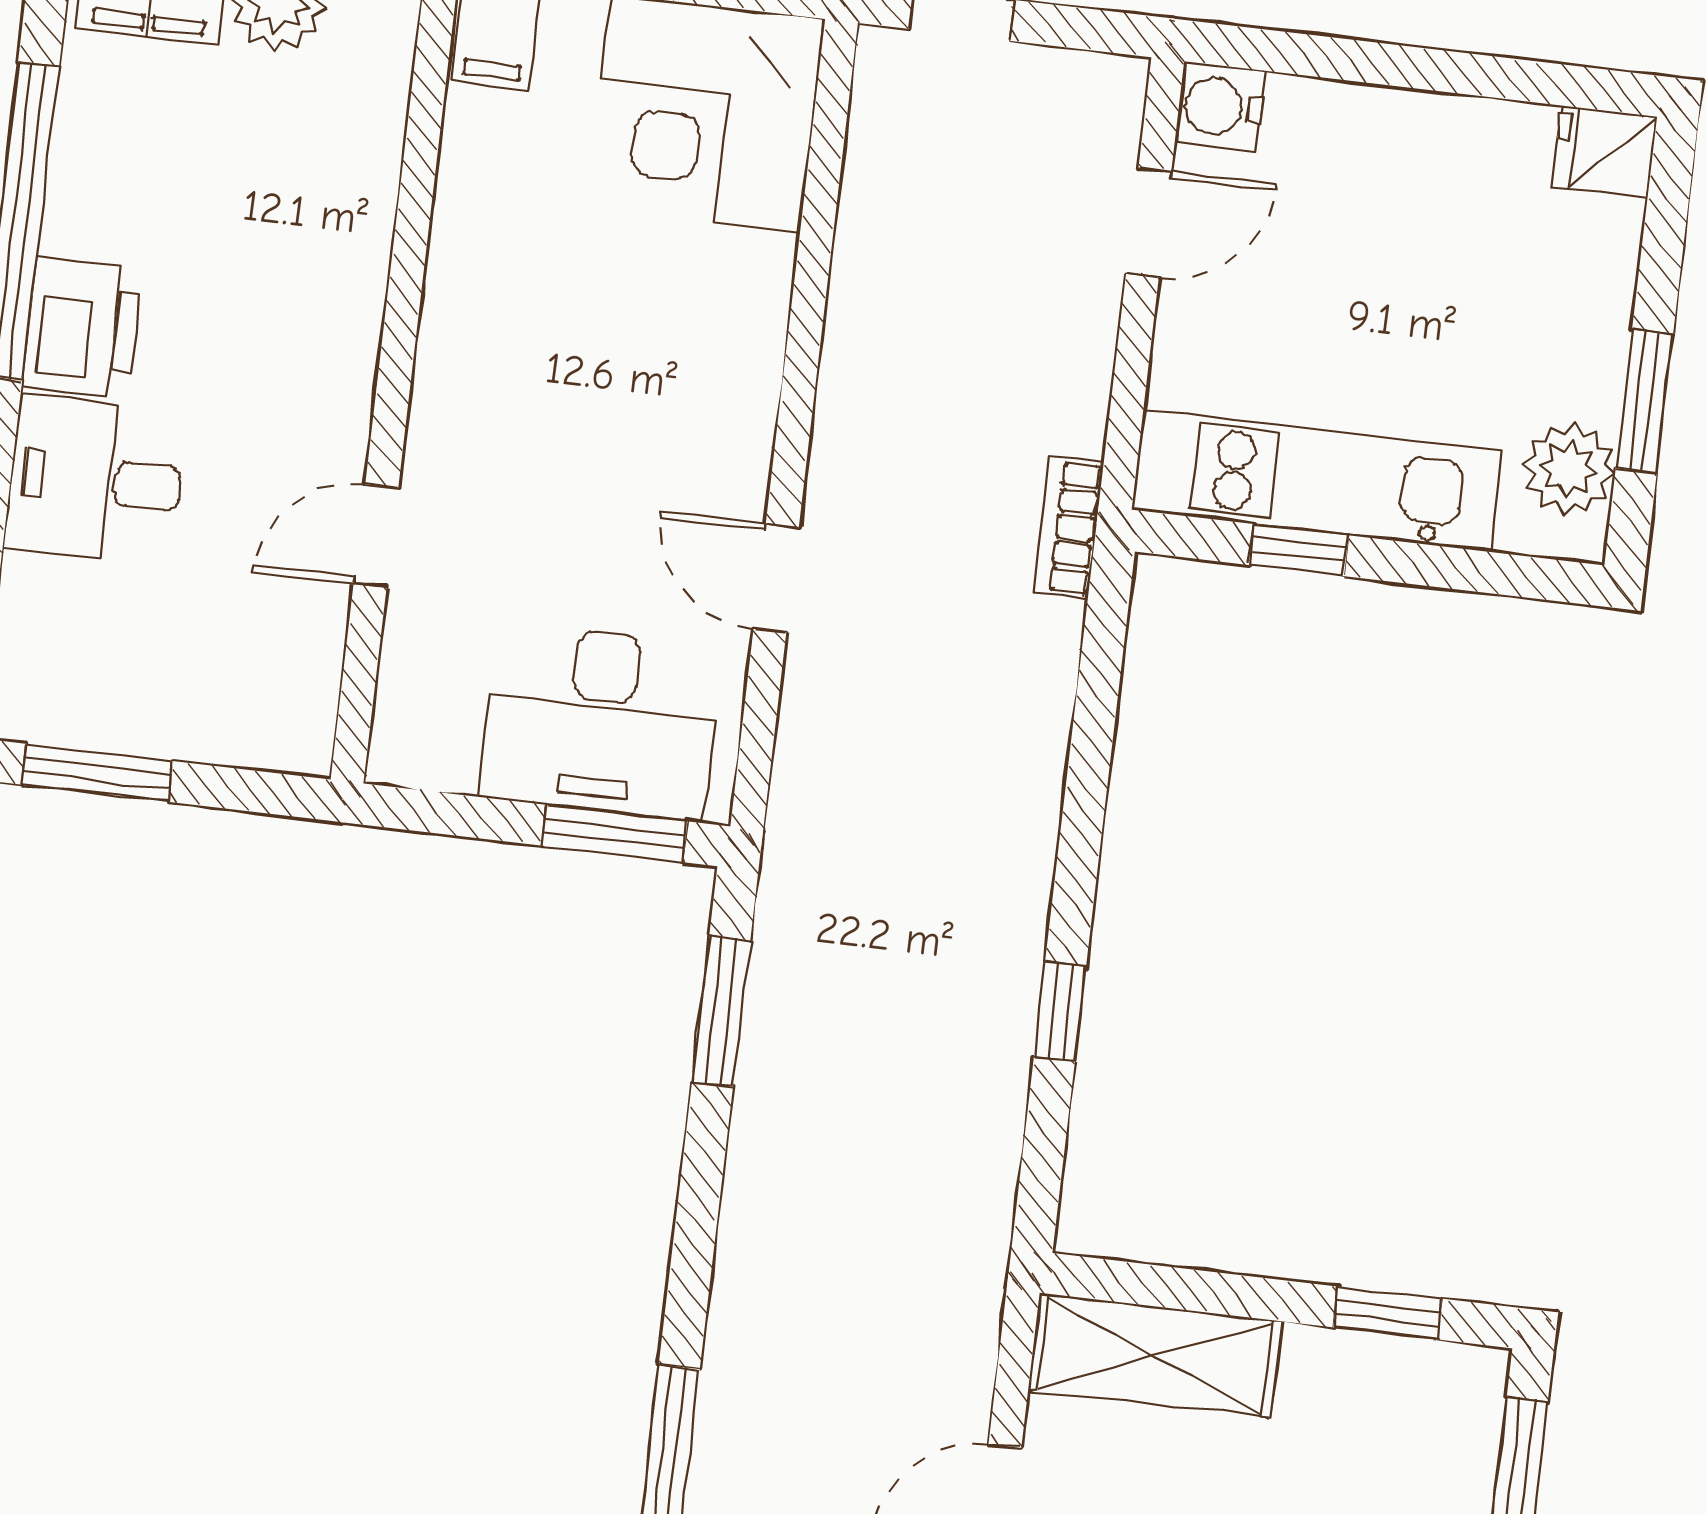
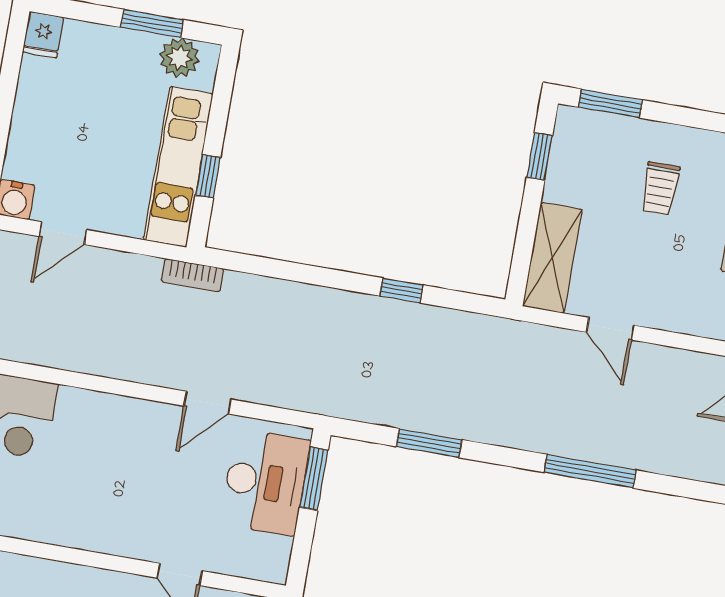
door: (1149, 223) -> (63, 233), swing flipped
window: (721, 1011) -> (429, 443), moved

